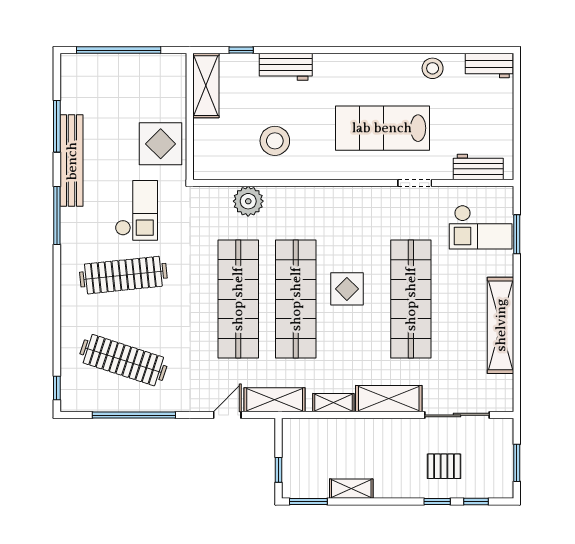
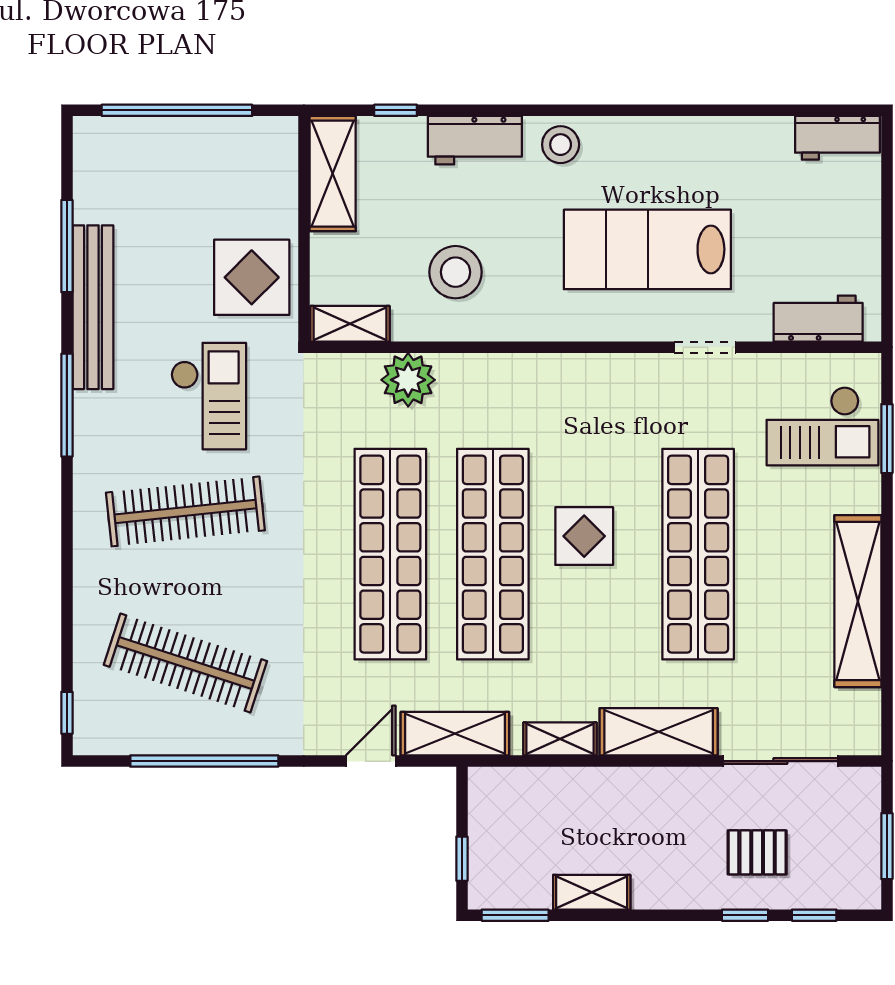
stool: (433, 68) -> (561, 145), moved
shelving: (216, 170) -> (350, 324), added

